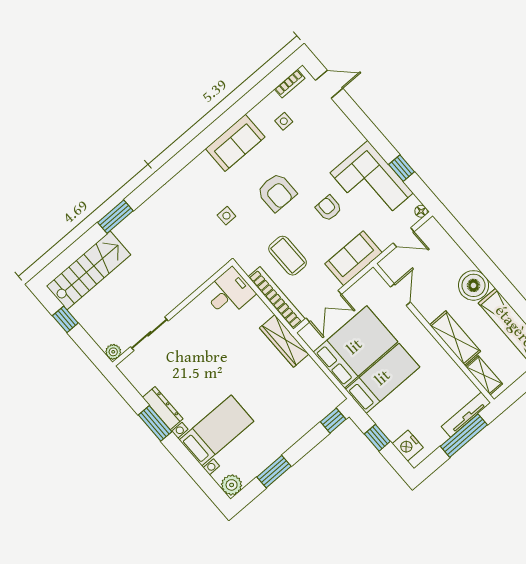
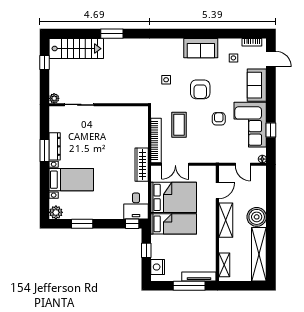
sofa: (354, 258) -> (257, 85), moved, turned -90
desk: (229, 293) -> (136, 206), moved, turned 90
shelving: (455, 338) -> (226, 220), moved

